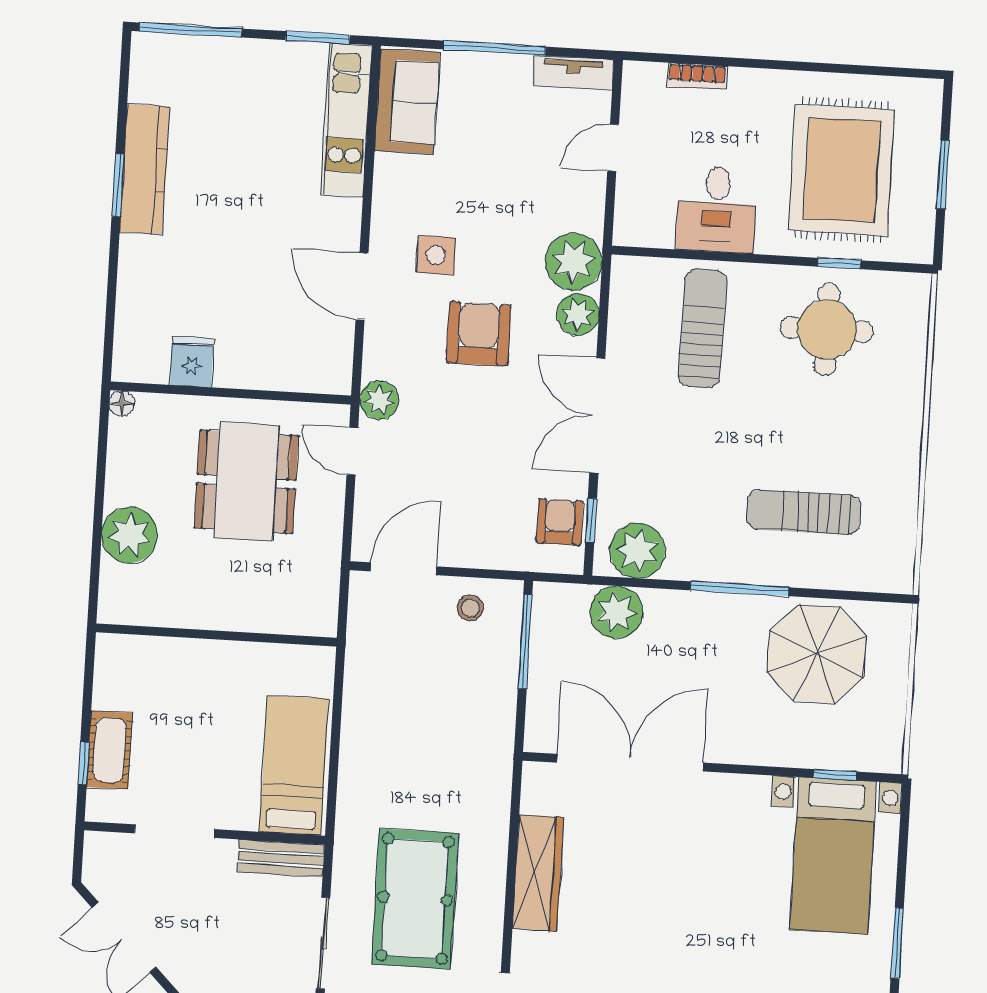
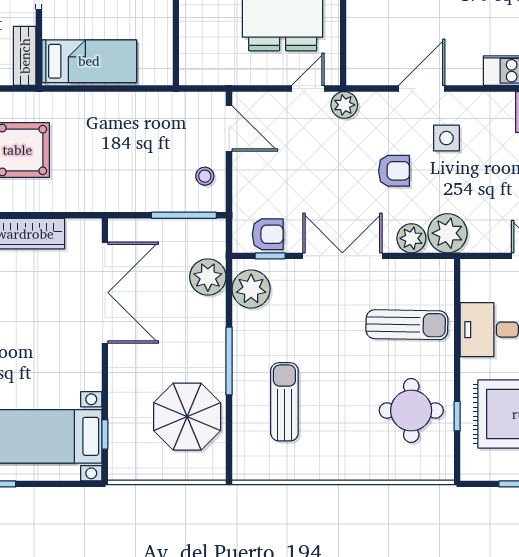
armchair: (479, 334) -> (394, 171), width x0.72, depth x0.72

